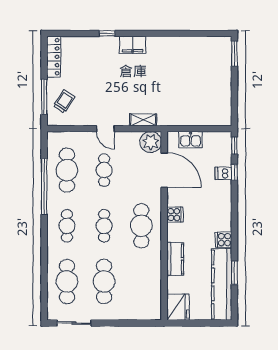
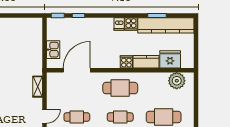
plant: (151, 142) -> (177, 81), moved
dishwasher: (223, 173) -> (119, 24), moved
cooker: (175, 215) -> (126, 62), moved
fridge: (178, 307) -> (170, 59), moved

